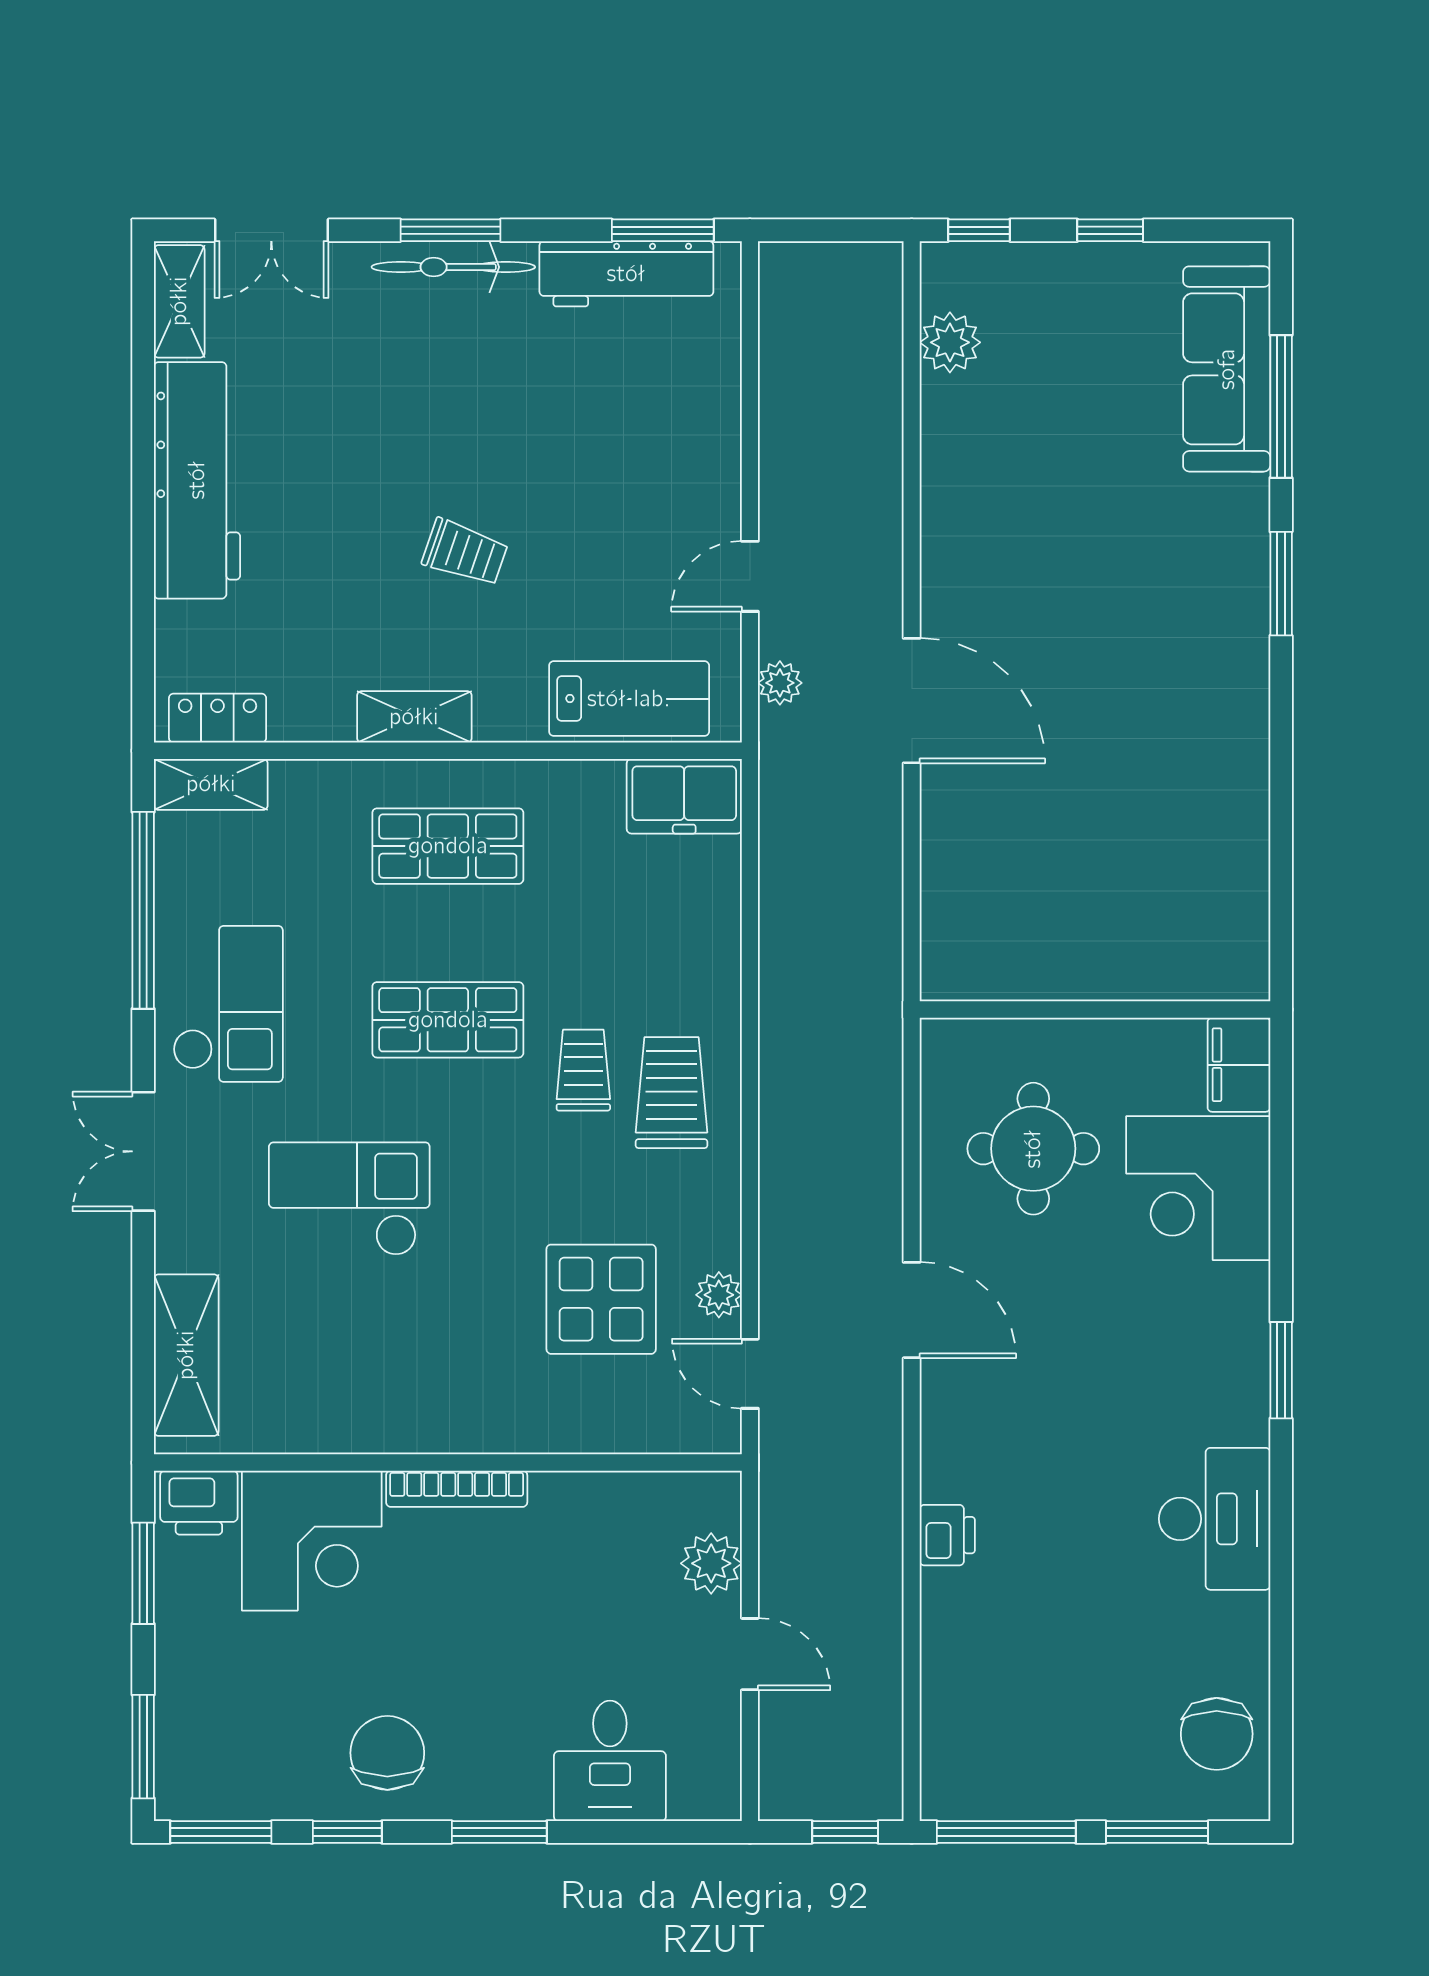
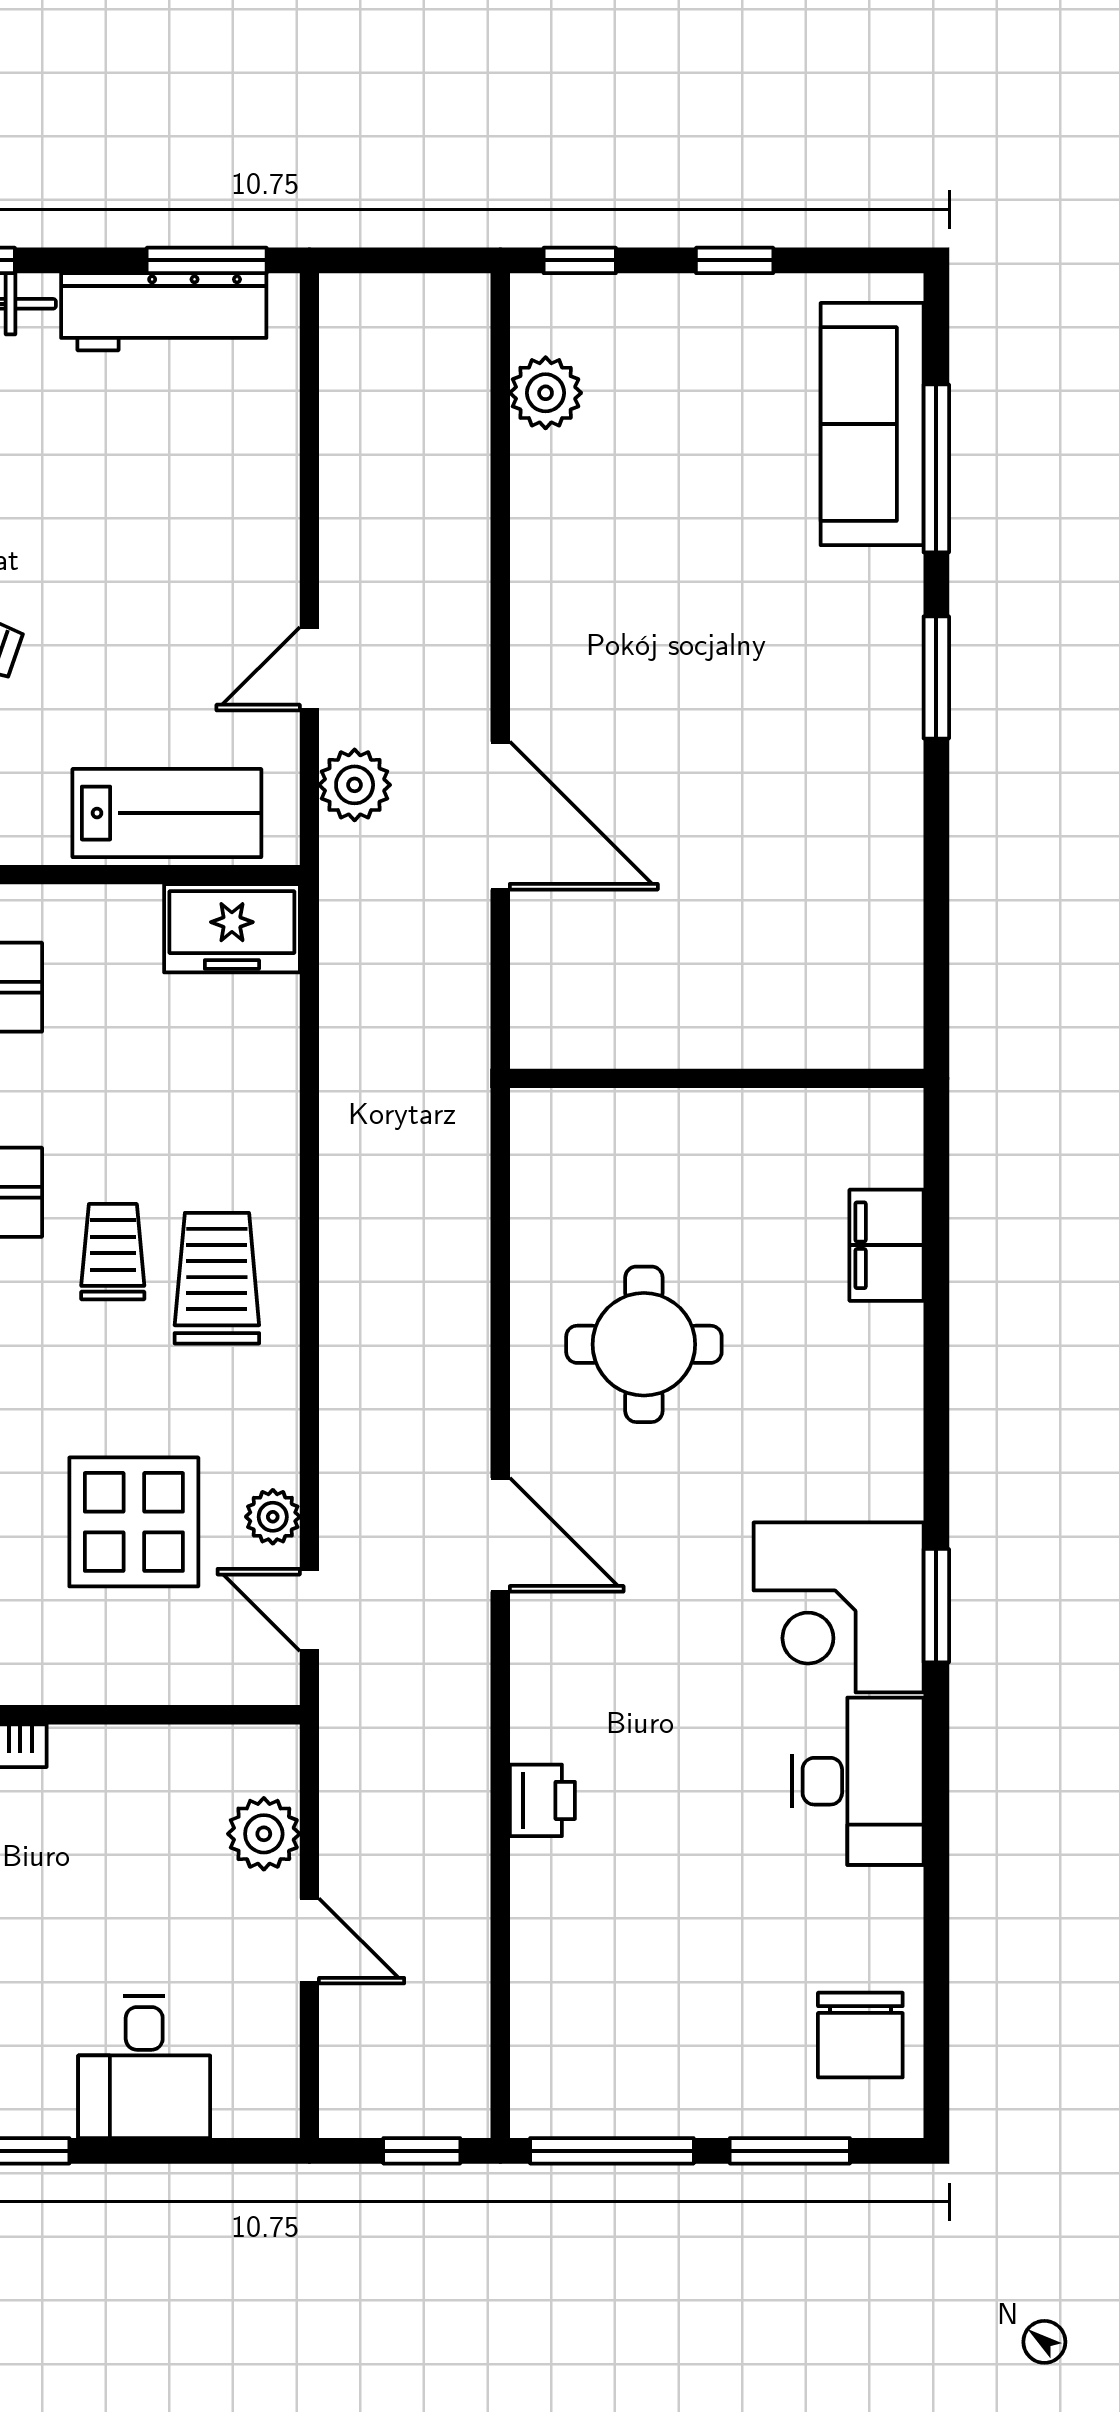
plant: (780, 683) -> (355, 785), width x1.38, depth x1.38
wall: (1095, 1010) -> (717, 1078), moved
corner desk: (1198, 1188) -> (839, 1607), moved

